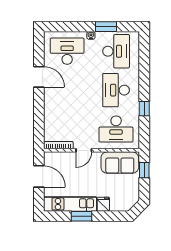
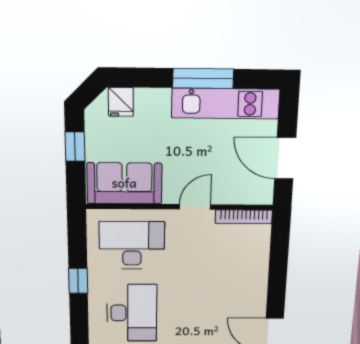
window: (144, 170) -> (75, 147), moved
fridge: (103, 204) -> (121, 102), moved
window: (82, 216) -> (203, 78), width x1.44

